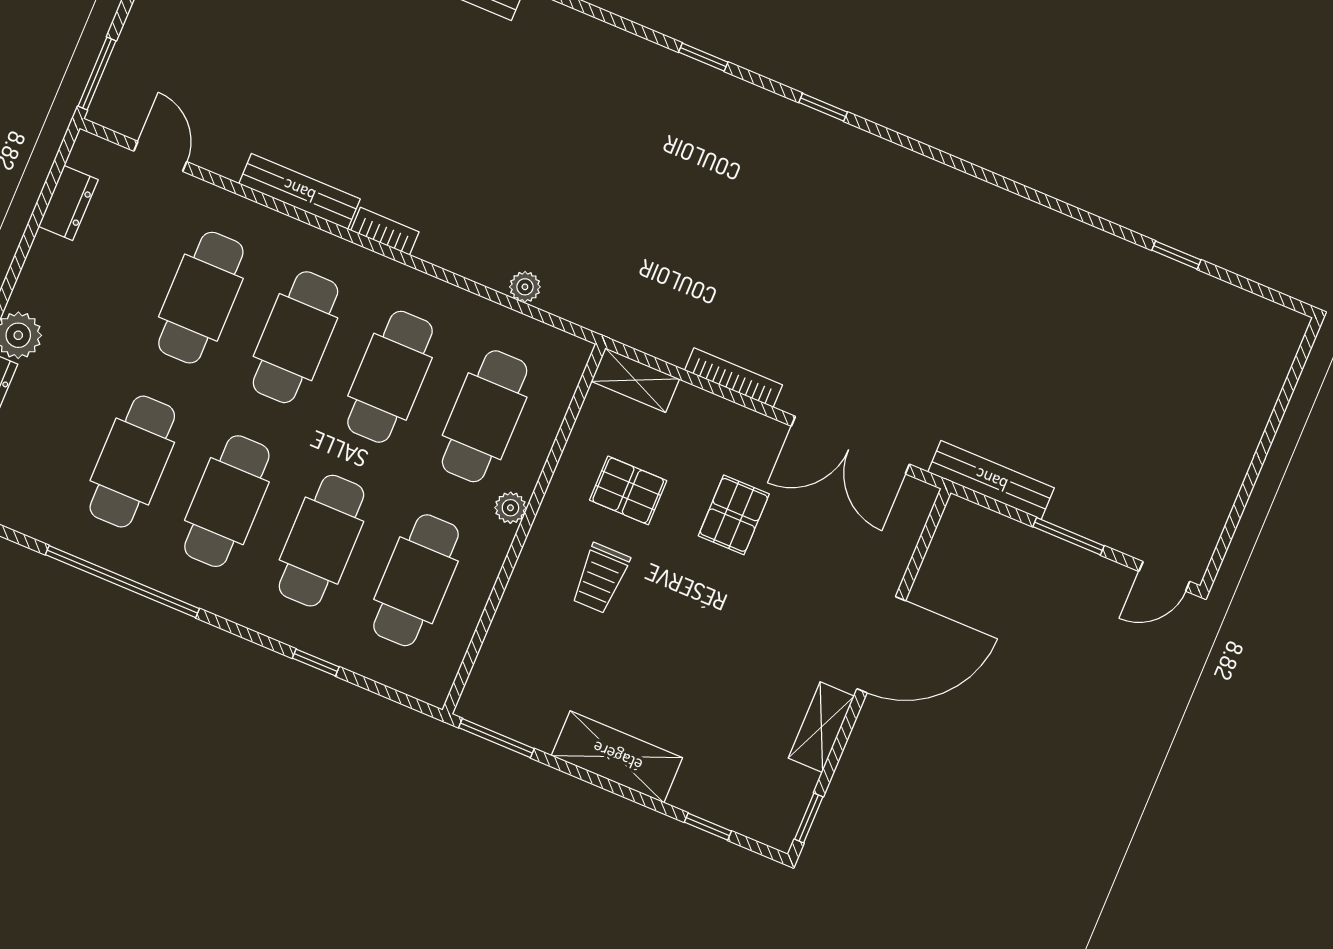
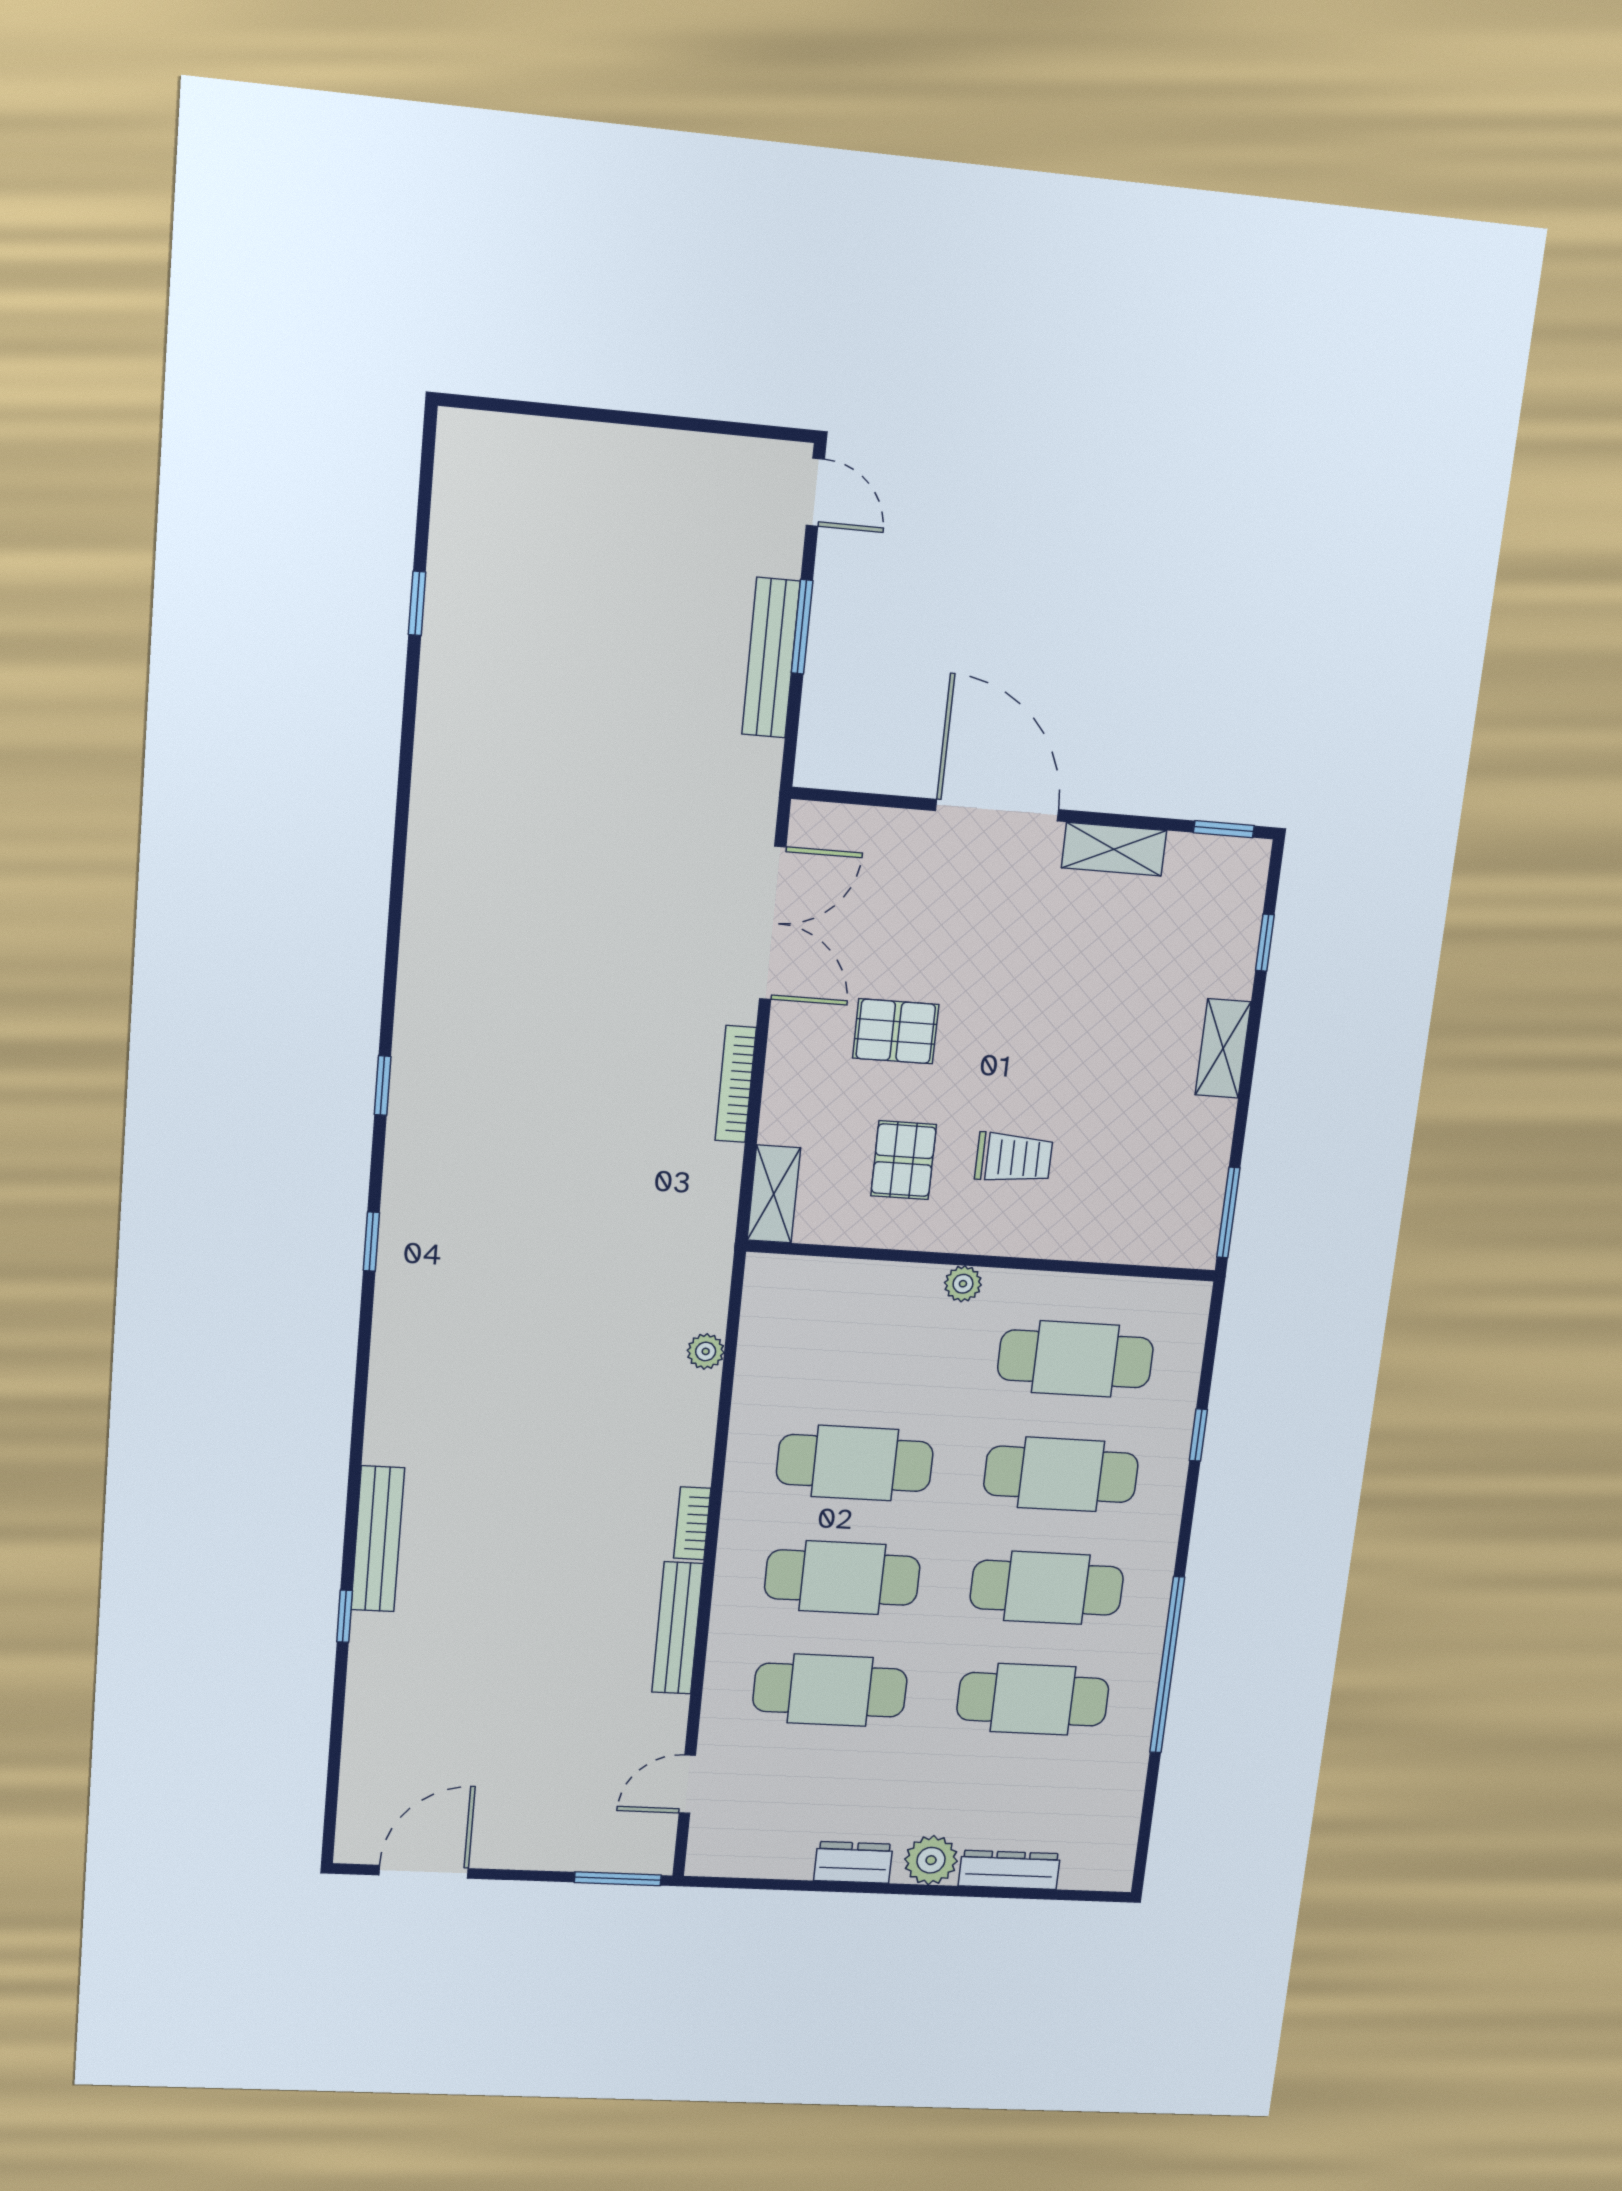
dresser: (68, 203) -> (853, 1862), moved
cafe table: (485, 416) -> (868, 1346), removed
bench: (991, 480) -> (771, 658), moved
shelving: (617, 757) -> (1223, 1048), width x0.67, depth x0.75

